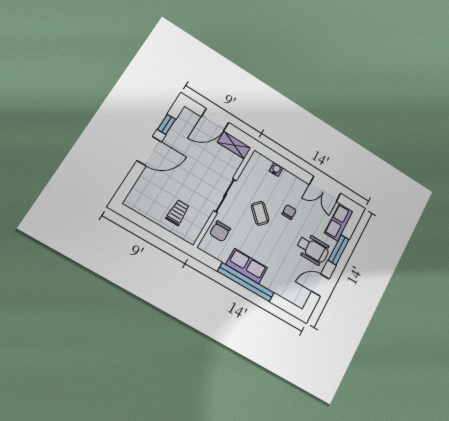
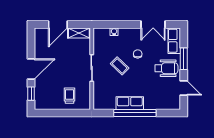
window: (167, 124) -> (31, 94), moved
chair: (220, 231) -> (101, 92), removed
door: (320, 285) -> (184, 88), swing flipped

